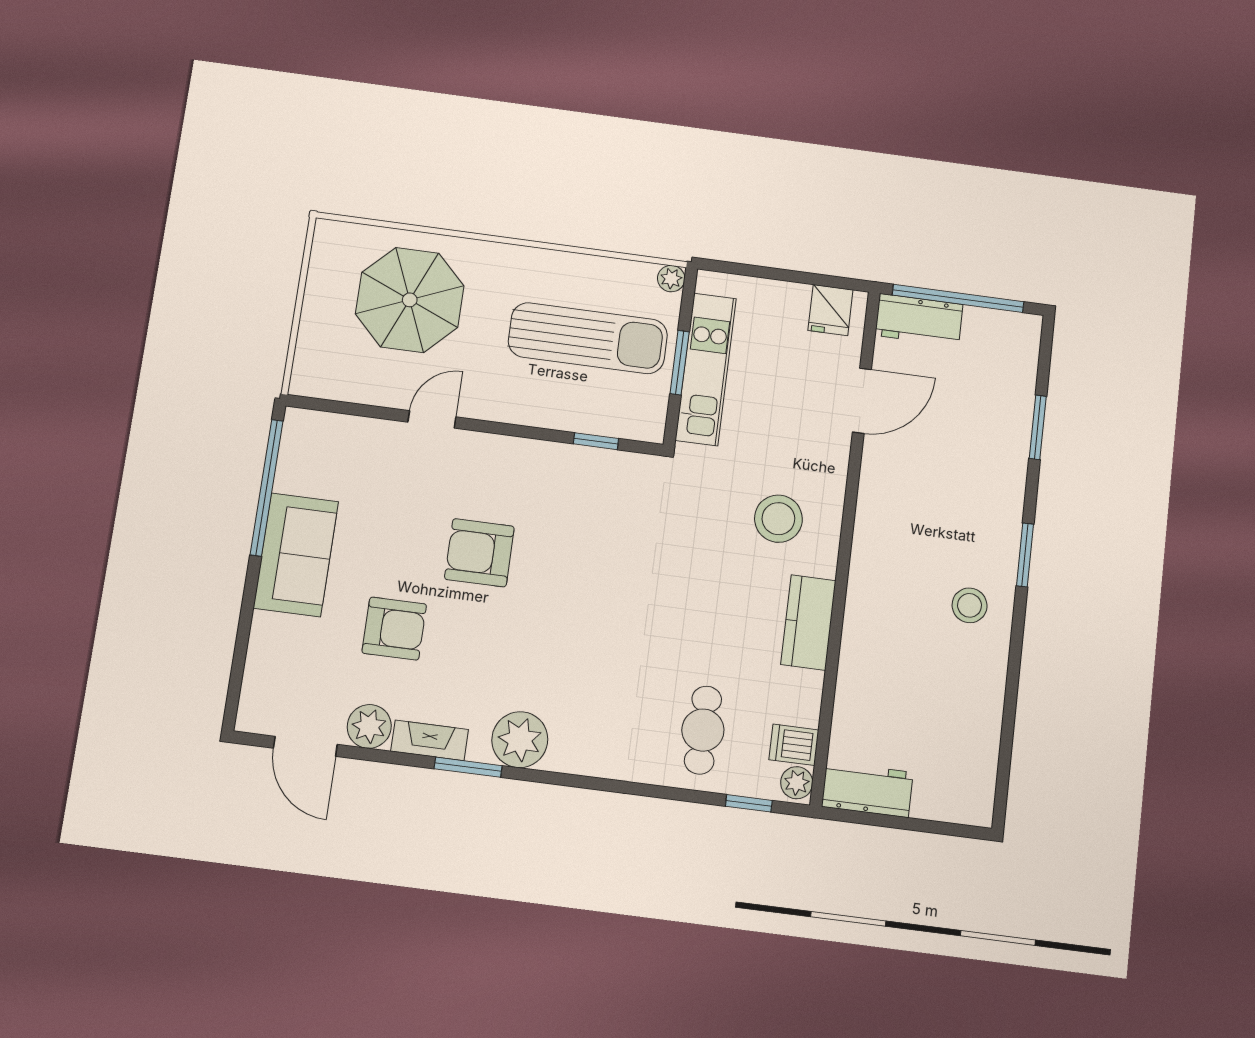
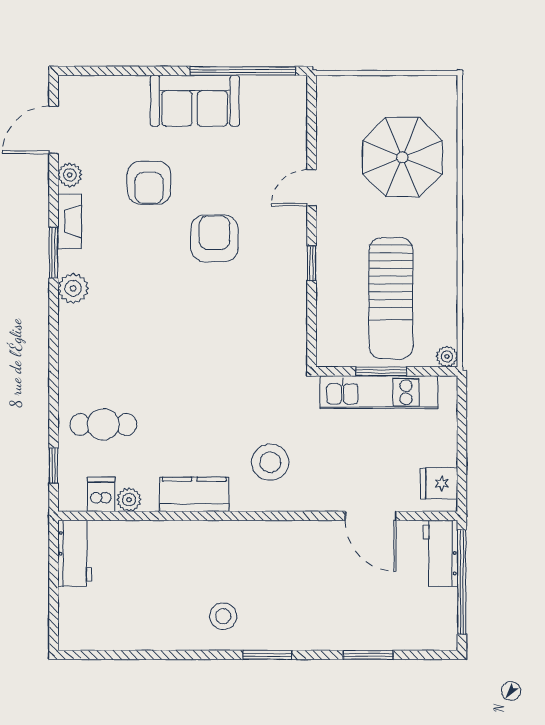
door: (432, 419) -> (312, 188), swing flipped
window: (596, 441) -> (312, 263), moved
plant: (369, 726) -> (70, 175), width x0.73, depth x0.73
plant: (520, 740) -> (73, 288), width x0.73, depth x0.73
plant: (797, 783) -> (129, 500), moved

